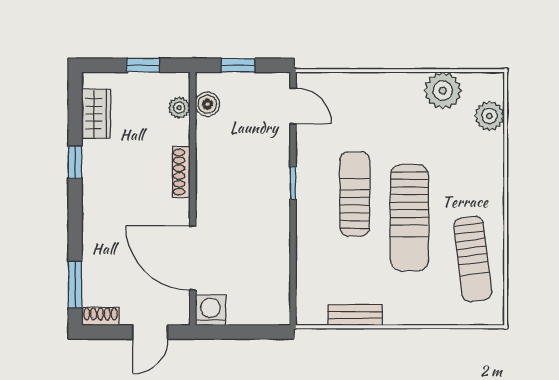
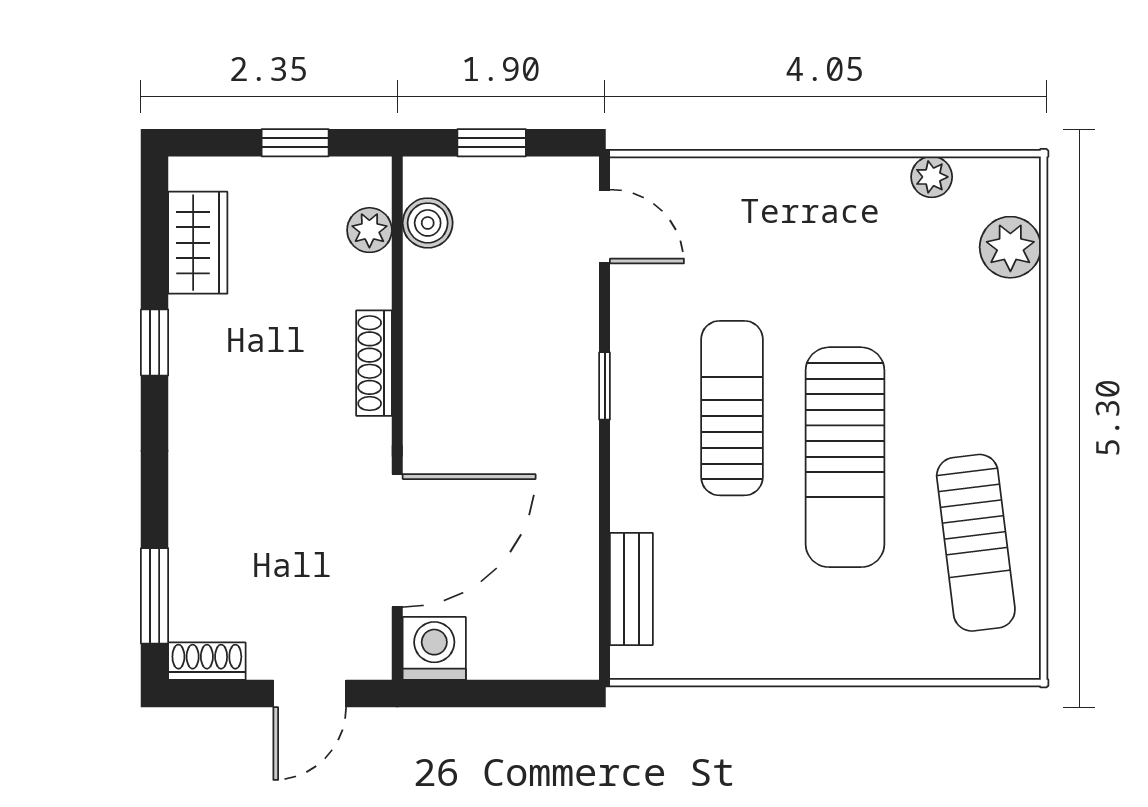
plant: (443, 91) -> (932, 177), width x0.53, depth x0.53
door: (193, 258) -> (397, 541), swing flipped
bench: (355, 315) -> (631, 589), moved, turned 90

